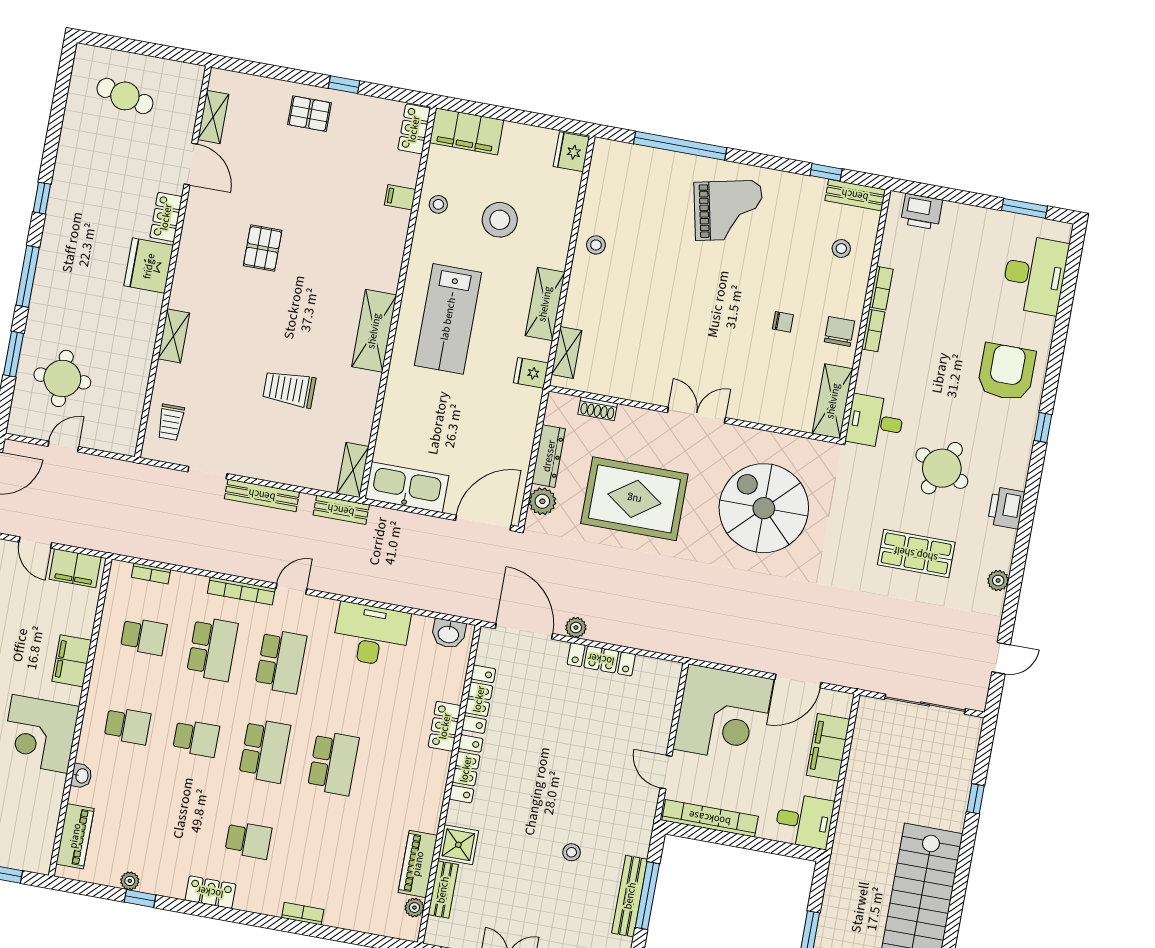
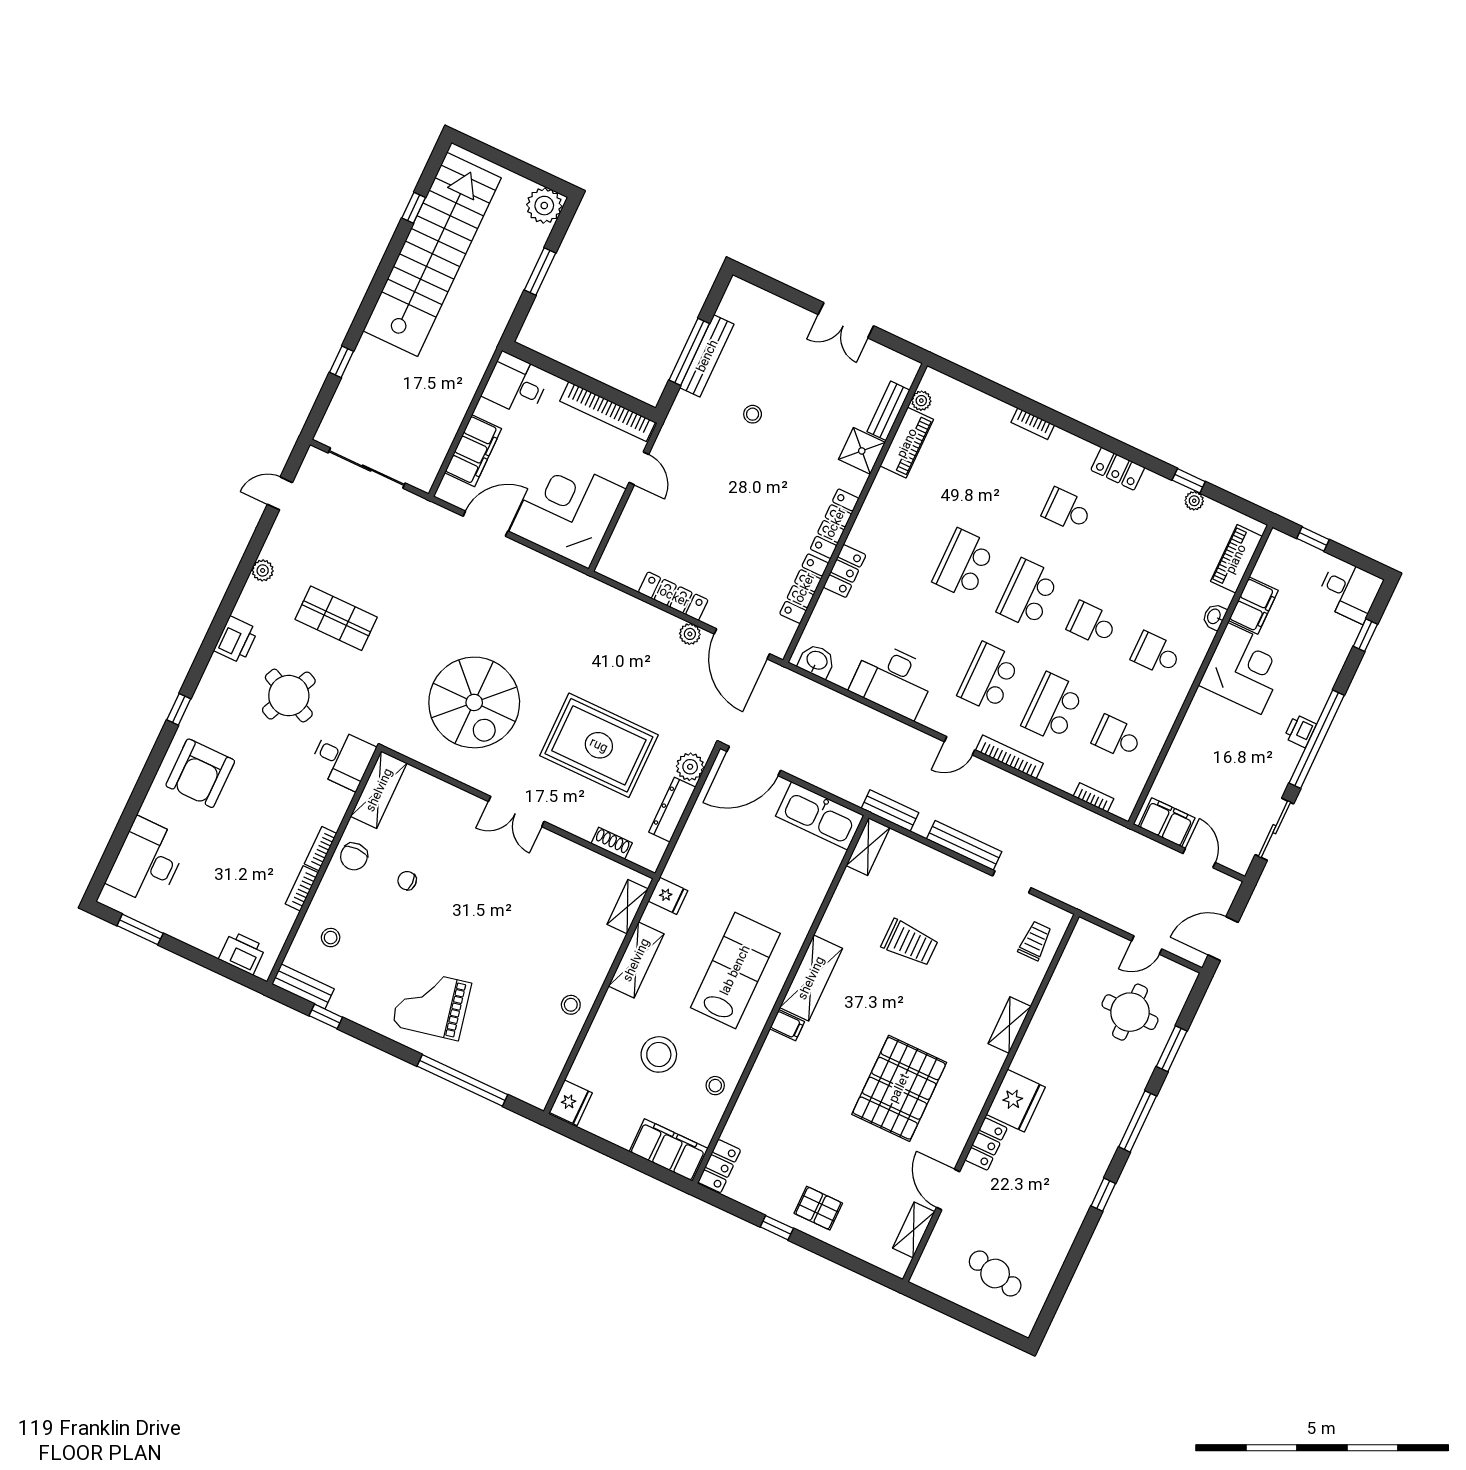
filing cabinet: (400, 197) -> (787, 1025), moved
pallet: (263, 248) -> (899, 1088), width x2.05, depth x2.00
filing cabinet: (72, 661) -> (1253, 606), moved

